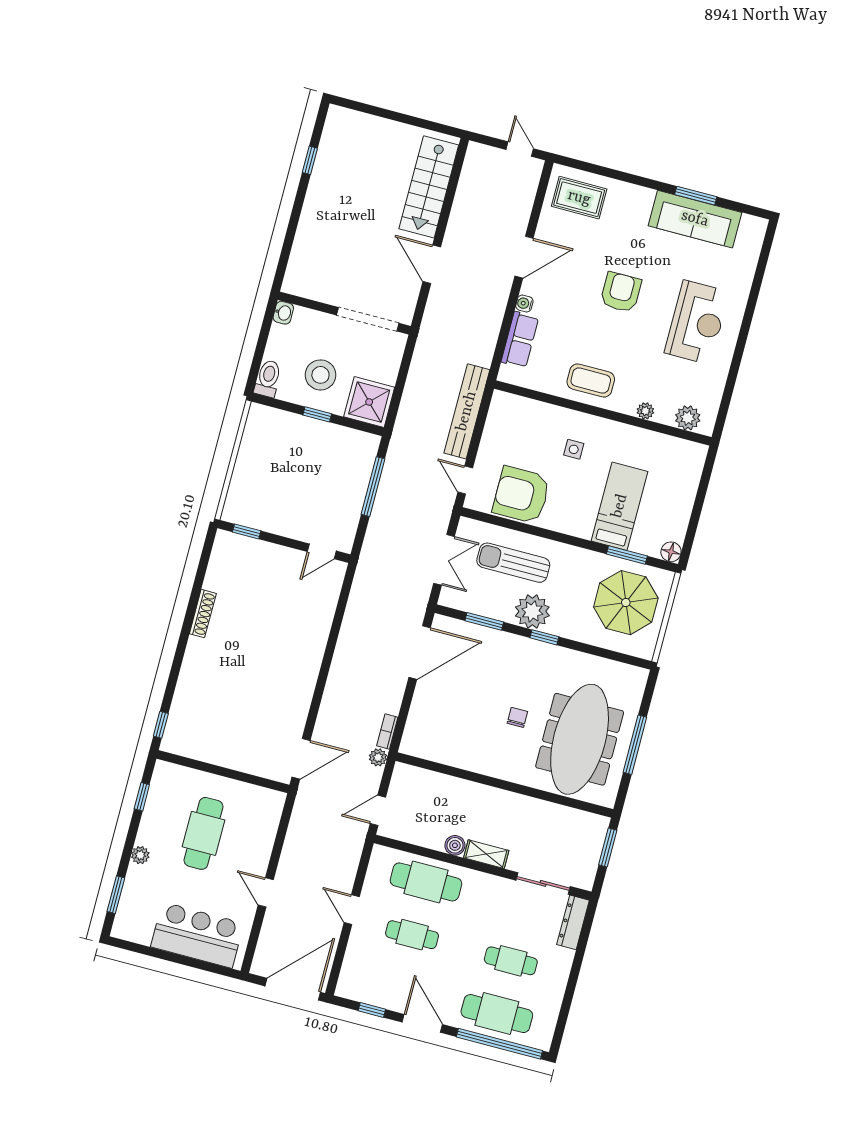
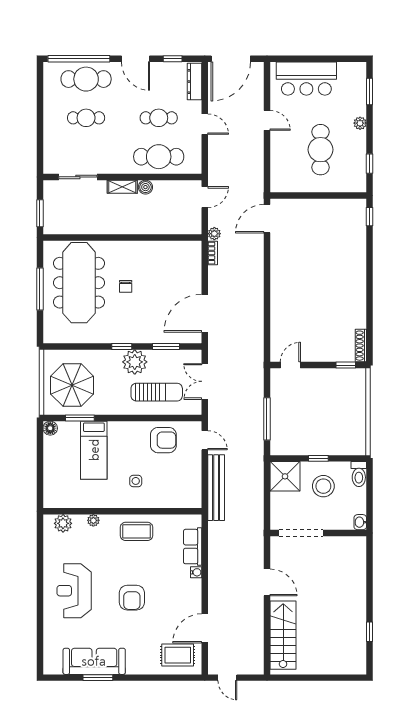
door: (524, 257) -> (205, 628), moved
armchair: (521, 495) -> (163, 440), width x0.73, depth x0.73
shoe rack: (203, 614) -> (361, 346), moved
dresser: (573, 922) -> (195, 82), moved, turned 180

